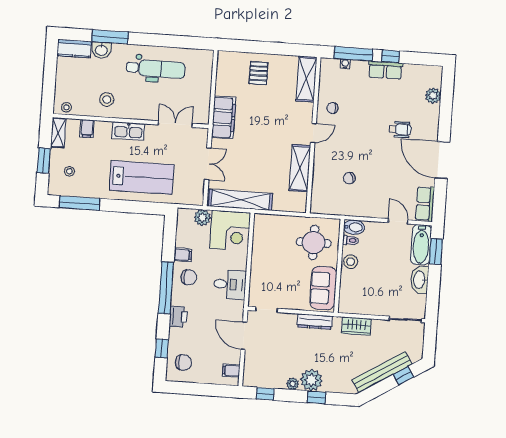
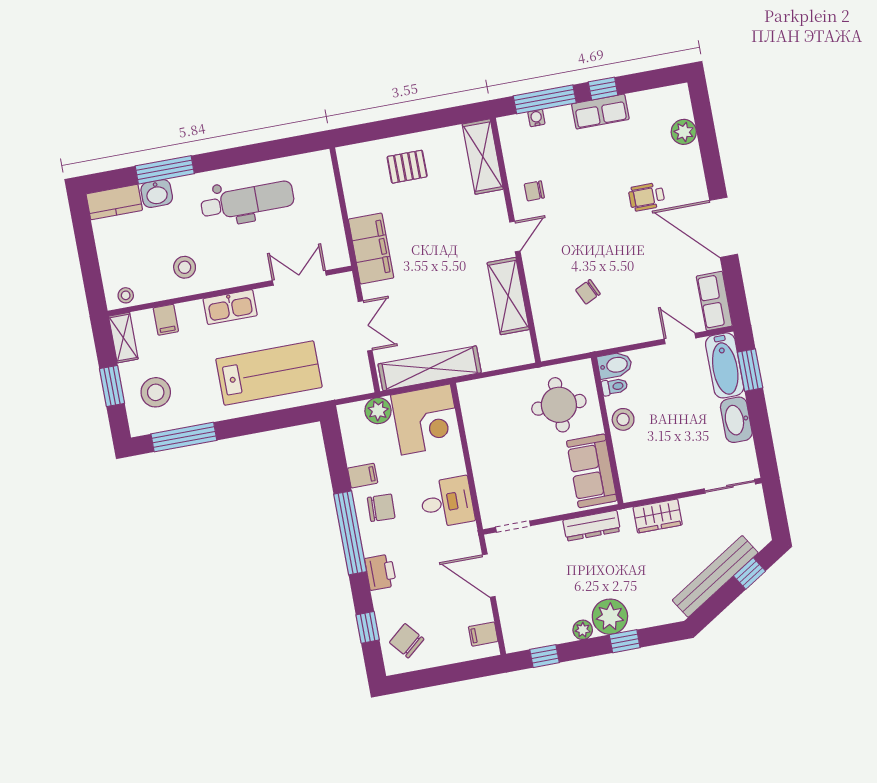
pallet: (259, 73) -> (407, 167), turned 90
wheelchair: (400, 129) -> (647, 197), turned 180
stool: (69, 171) -> (156, 392), width x1.89, depth x1.89
chair: (183, 363) -> (407, 641), turned -130

